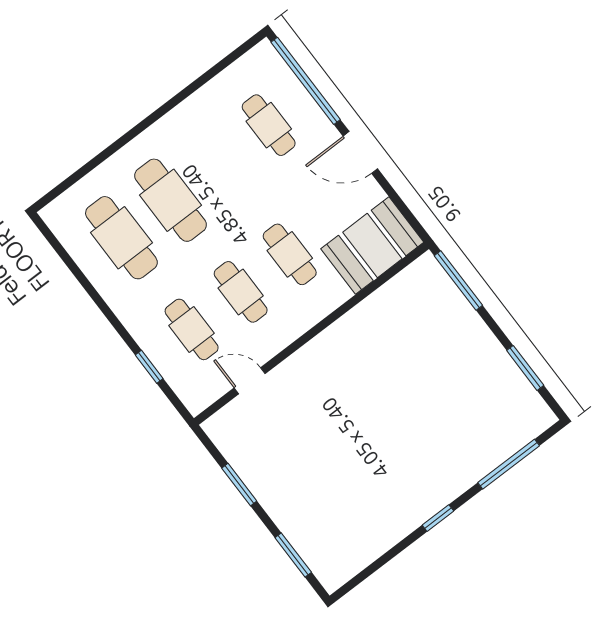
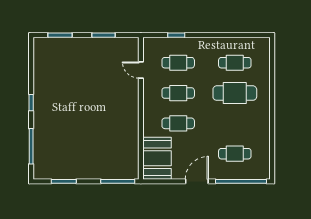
cafe table: (121, 238) -> (235, 63), width x0.73, depth x0.74
door: (250, 381) -> (141, 70), swing flipped

